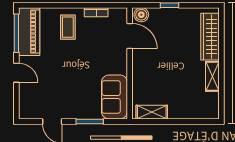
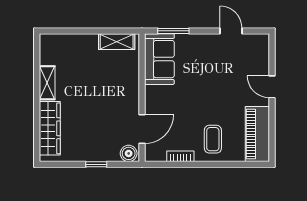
window: (16, 33) -> (272, 132), removed
door: (130, 36) -> (142, 129), swing flipped
window: (90, 121) -> (173, 31), moved

